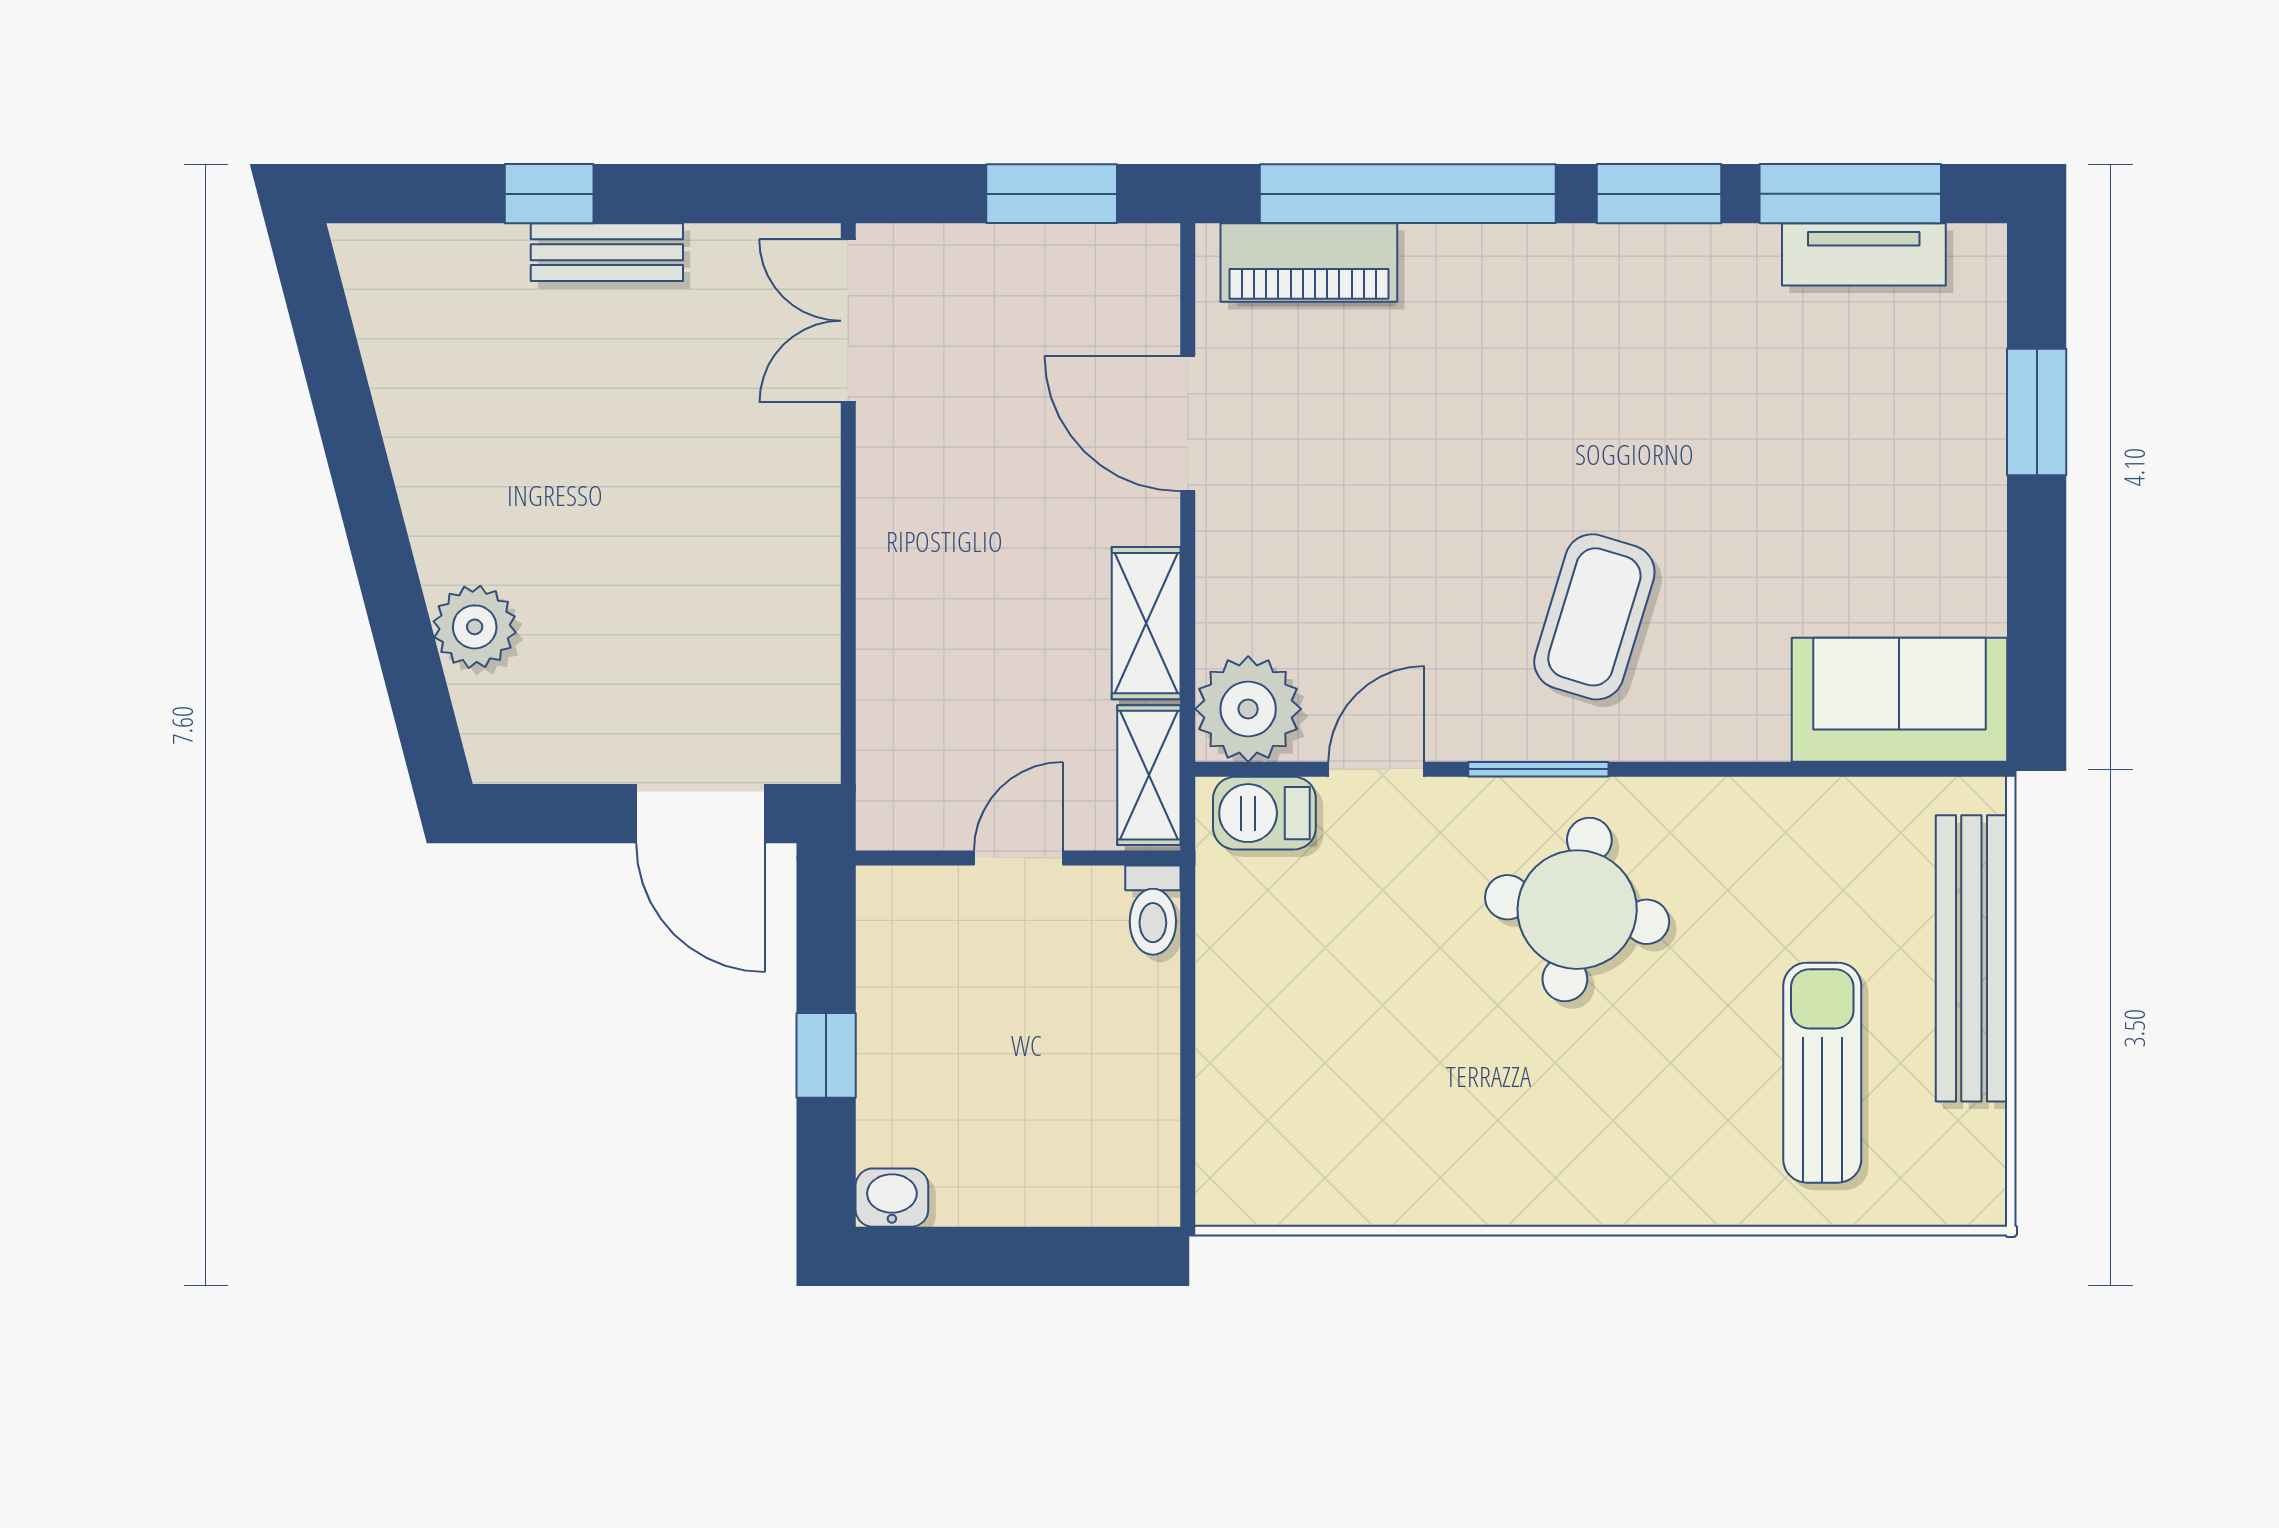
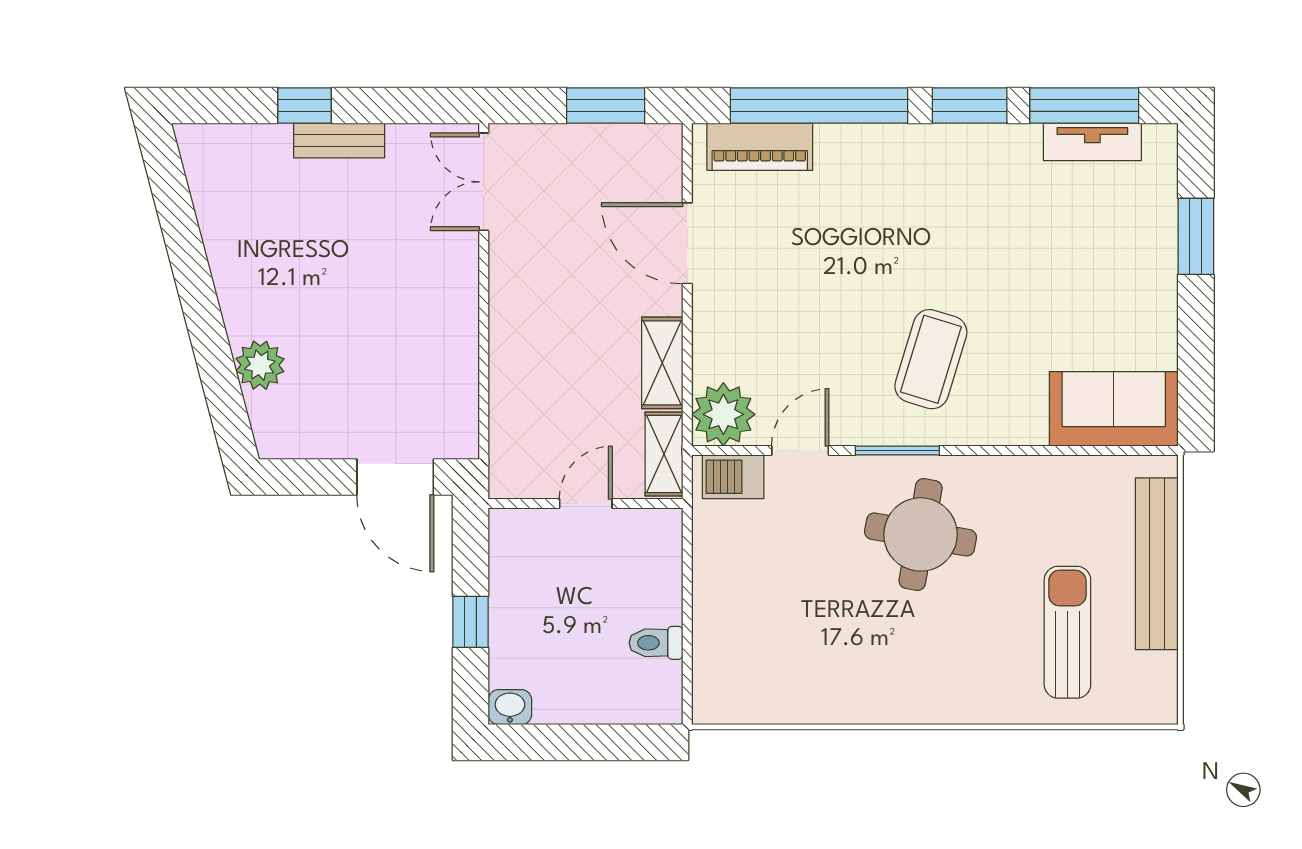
toilet: (1153, 910) -> (656, 643), moved, turned 90

